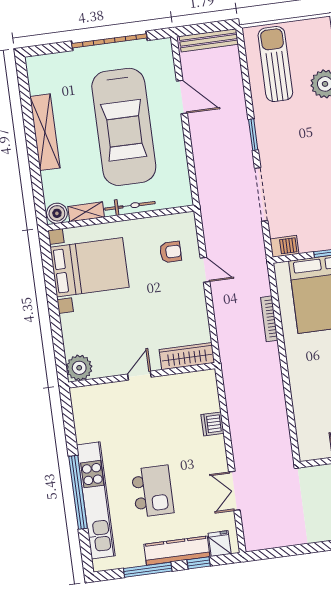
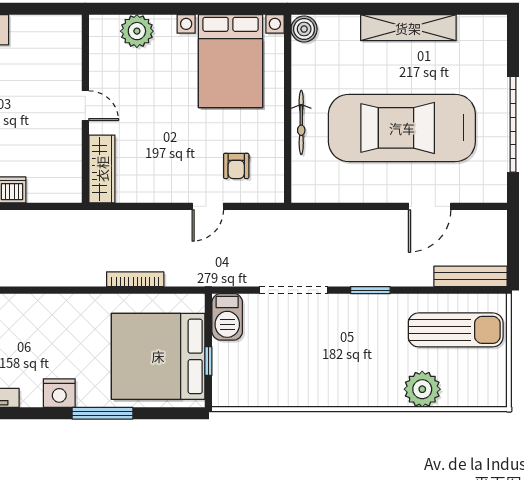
bench: (209, 40) -> (471, 276), moved, turned 90
shelving: (86, 212) -> (301, 66), removed
barbecue: (284, 246) -> (227, 317), width x1.38, depth x1.27
plant: (79, 368) -> (137, 31), moved

